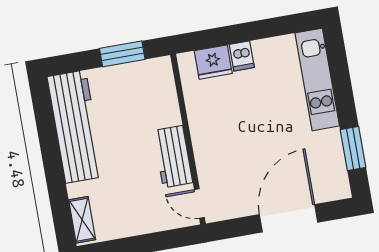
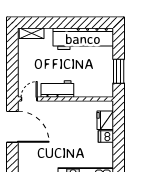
door: (288, 218) -> (12, 127), moved

